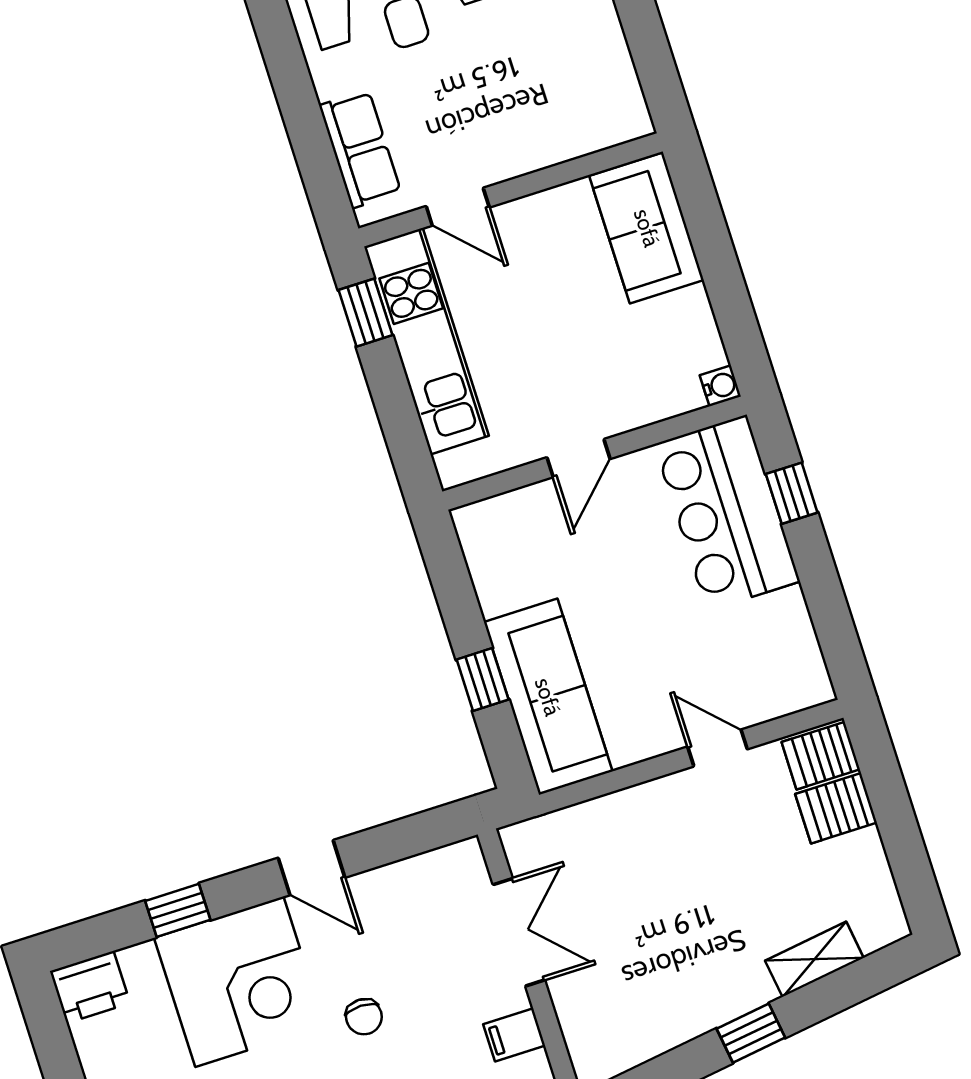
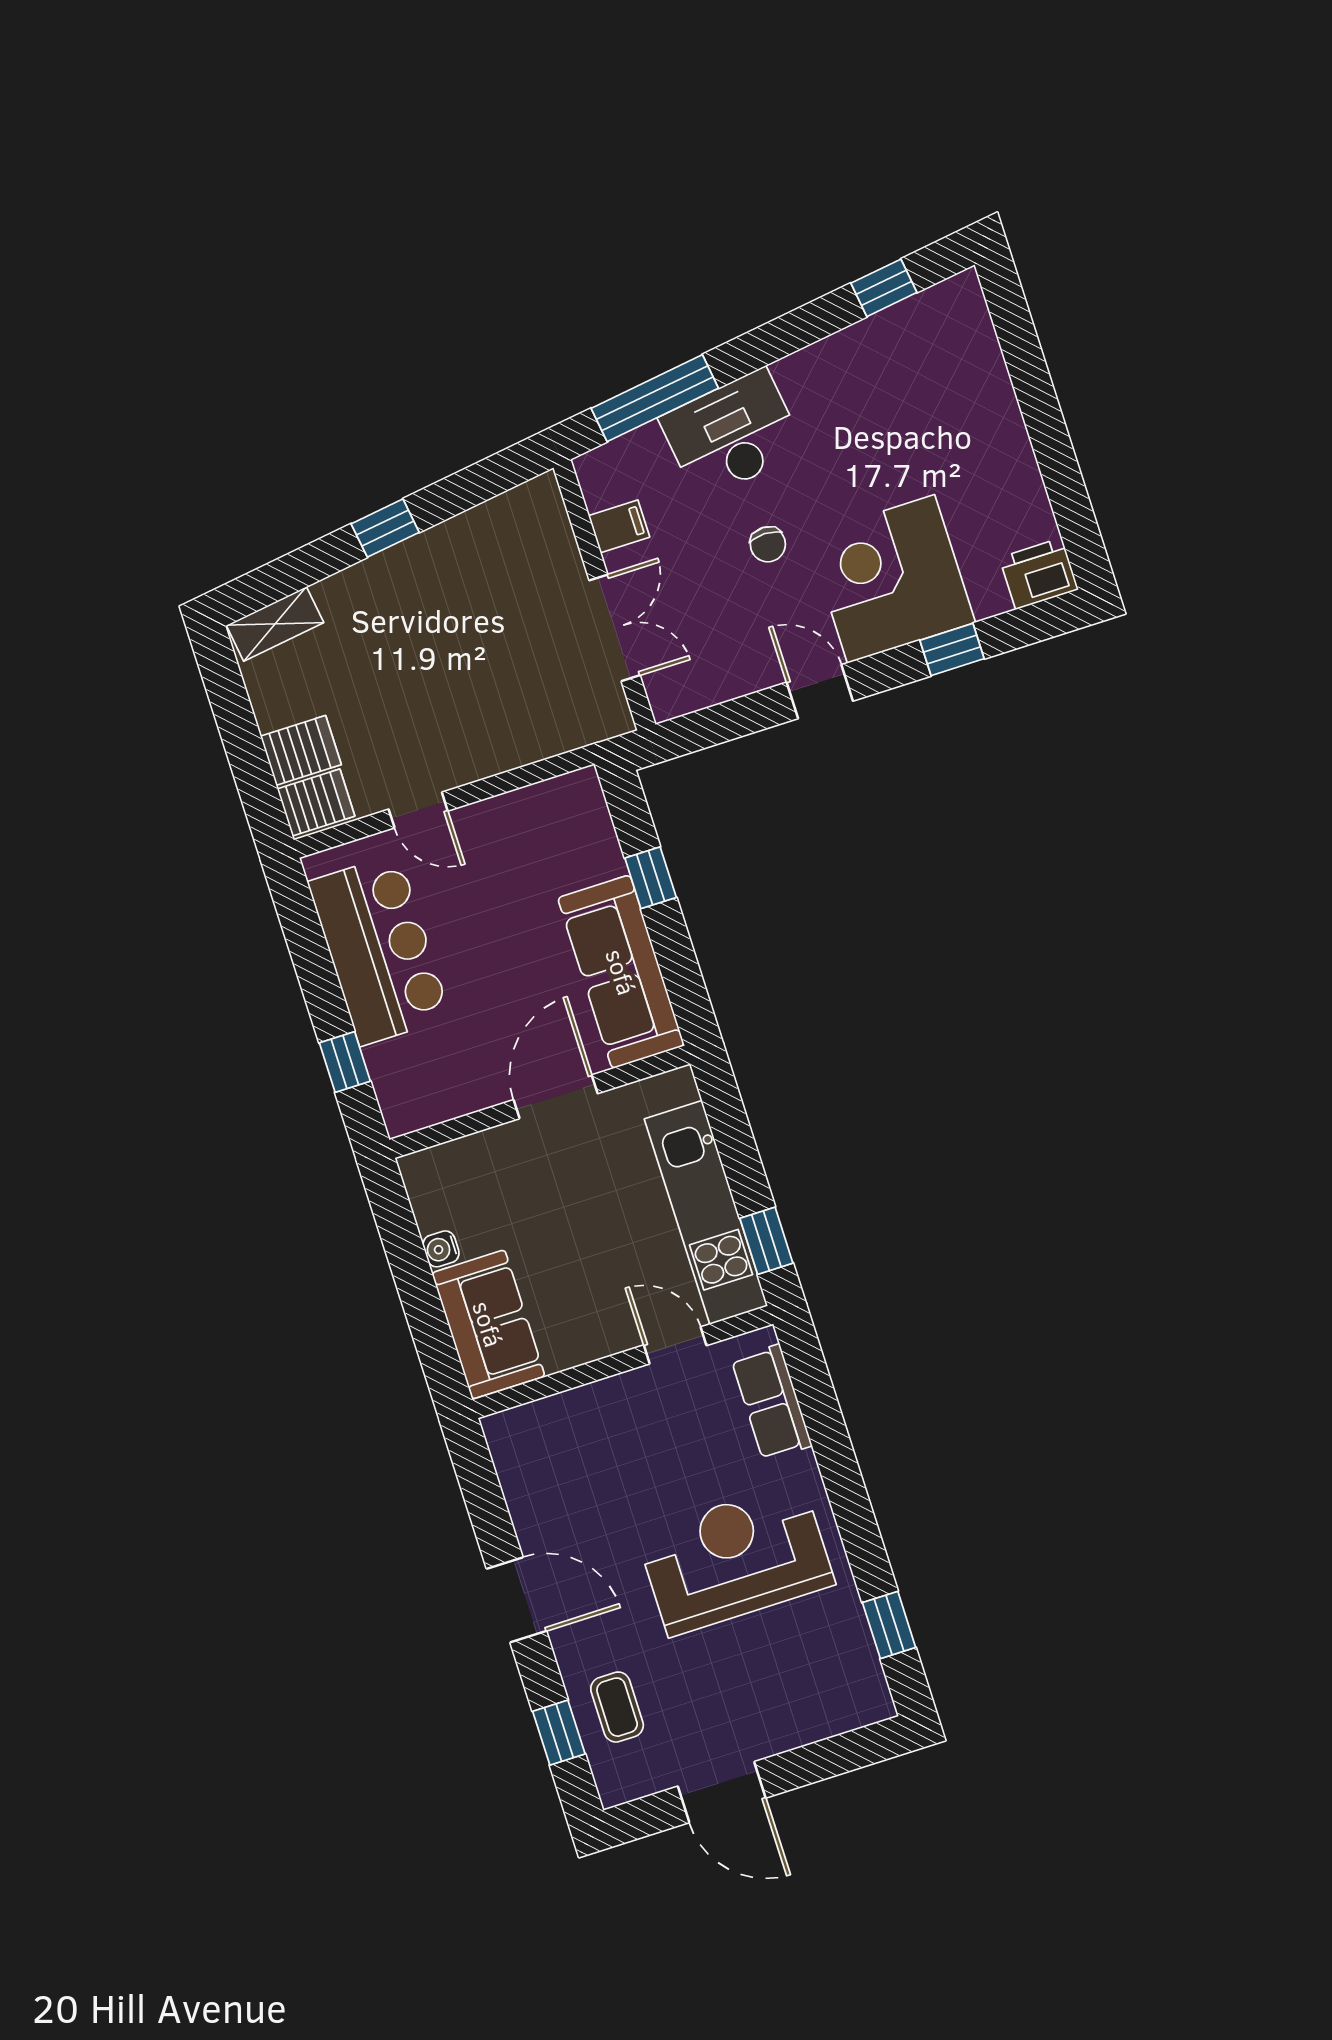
water cooler: (720, 386) -> (441, 1249), moved
door: (578, 458) -> (556, 1097), width x1.38
bar counter: (727, 513) -> (379, 950), moved
sofa: (548, 697) -> (621, 972), moved
double door: (519, 932) -> (615, 628), swing flipped
shelving: (814, 959) -> (275, 624), moved
chair: (364, 1017) -> (768, 544), turned 180

